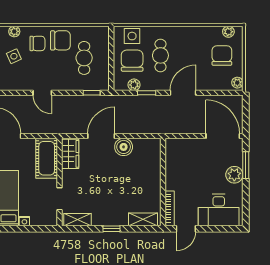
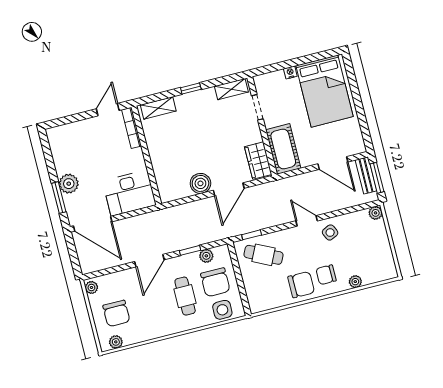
chair: (60, 40) -> (301, 285), turned 180
side table: (14, 56) -> (330, 232), moved
cafe table: (84, 58) -> (264, 255), moved, turned -64
desk: (219, 210) -> (129, 193), moved, turned 180

